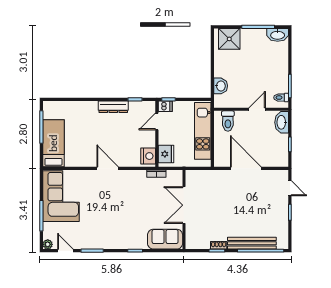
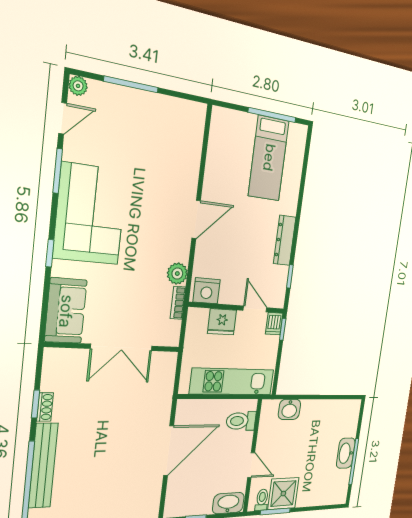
washbasin: (278, 35) -> (346, 453), moved
shower: (229, 39) -> (283, 494), moved
bed: (53, 143) -> (269, 158), moved, turned 90
fridge: (166, 154) -> (222, 322), moved
plant: (140, 176) -> (177, 274), added
corner sofa: (61, 196) -> (90, 214), moved, turned -90
double door: (184, 205) -> (122, 347), swing flipped

